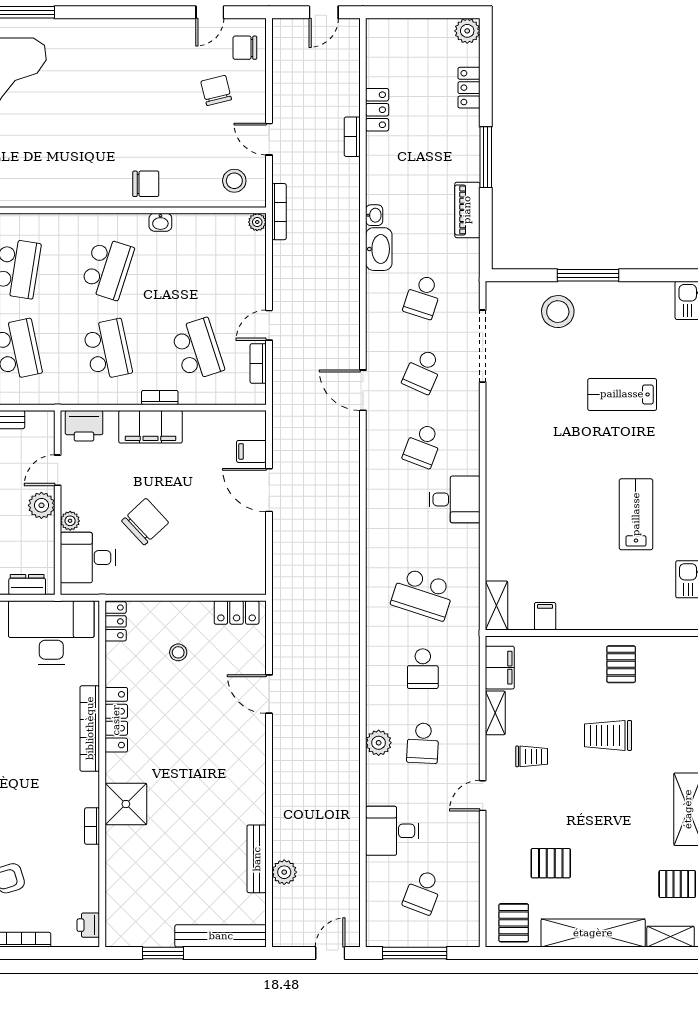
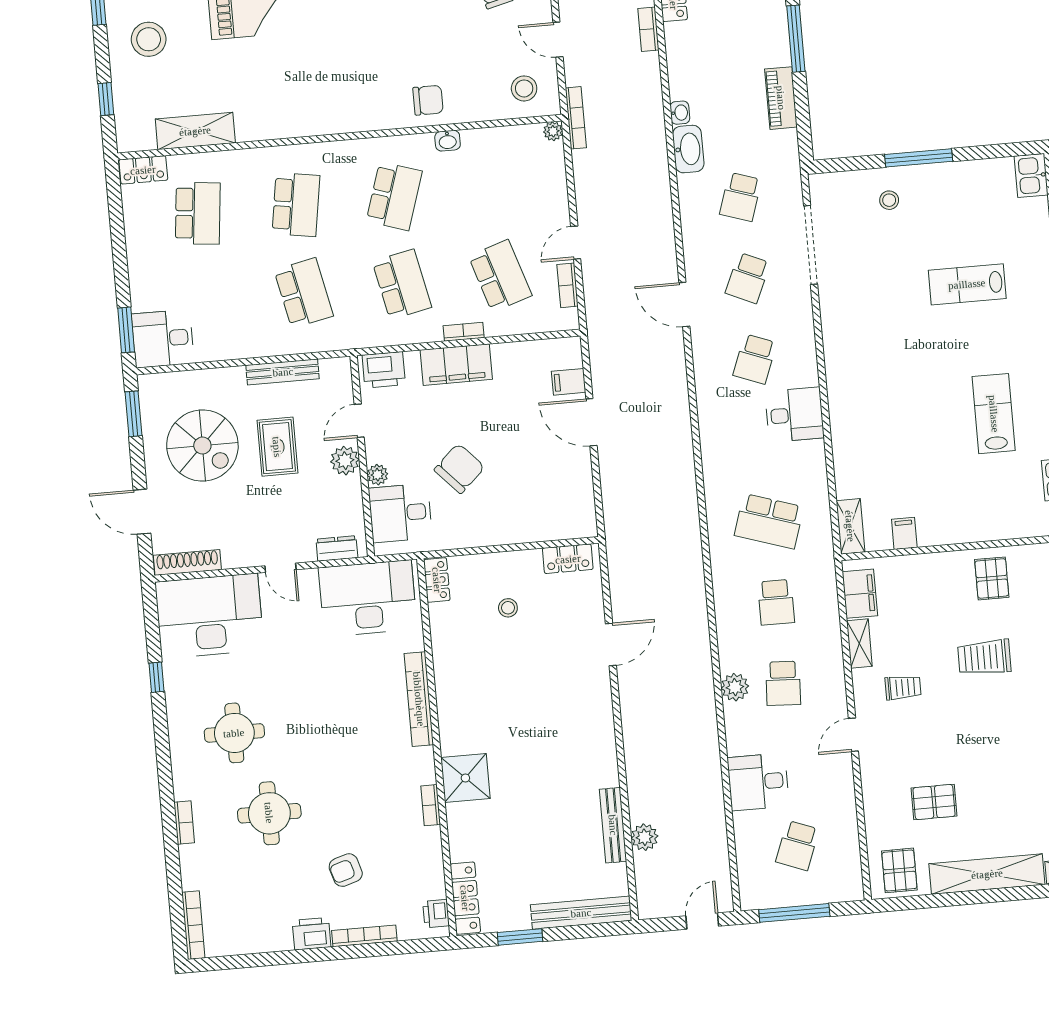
stool: (558, 312) -> (889, 200), width x0.53, depth x0.53
door: (269, 694) -> (611, 645), swing flipped
locker: (116, 720) -> (465, 898), moved

